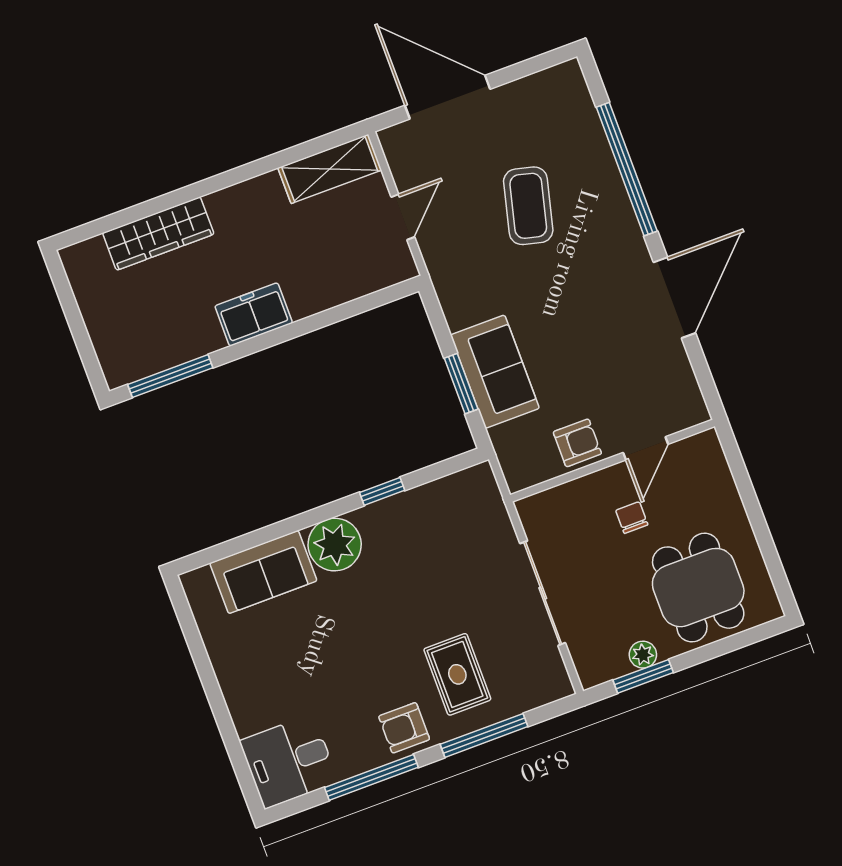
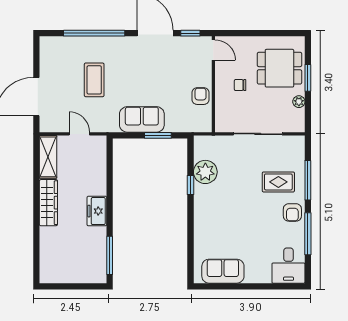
coffee table: (528, 206) -> (94, 80), turned 76
wardrobe: (158, 234) -> (48, 203), moved
sofa: (495, 372) -> (142, 119), moved
window: (702, 372) -> (190, 33), added
door: (646, 448) -> (213, 50), moved
plant: (335, 545) -> (205, 172), moved
sofa: (263, 572) -> (223, 271), moved, turned -90
window: (643, 676) -> (308, 78), moved

